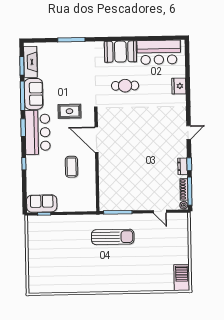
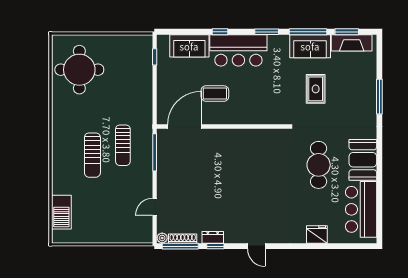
cafe table: (125, 86) -> (319, 165), width x1.37, depth x1.35
rug: (69, 111) -> (316, 89), moved
bar counter: (38, 132) -> (238, 50), moved
door: (96, 140) -> (184, 127), moved
sofa: (42, 204) -> (189, 46), moved, turned 90
sun lounger: (113, 237) -> (123, 145), width x0.73, depth x0.75
sun lounger: (121, 260) -> (92, 155), added
round table: (55, 272) -> (79, 70), added
barbecue: (182, 277) -> (61, 212), moved, turned 90

